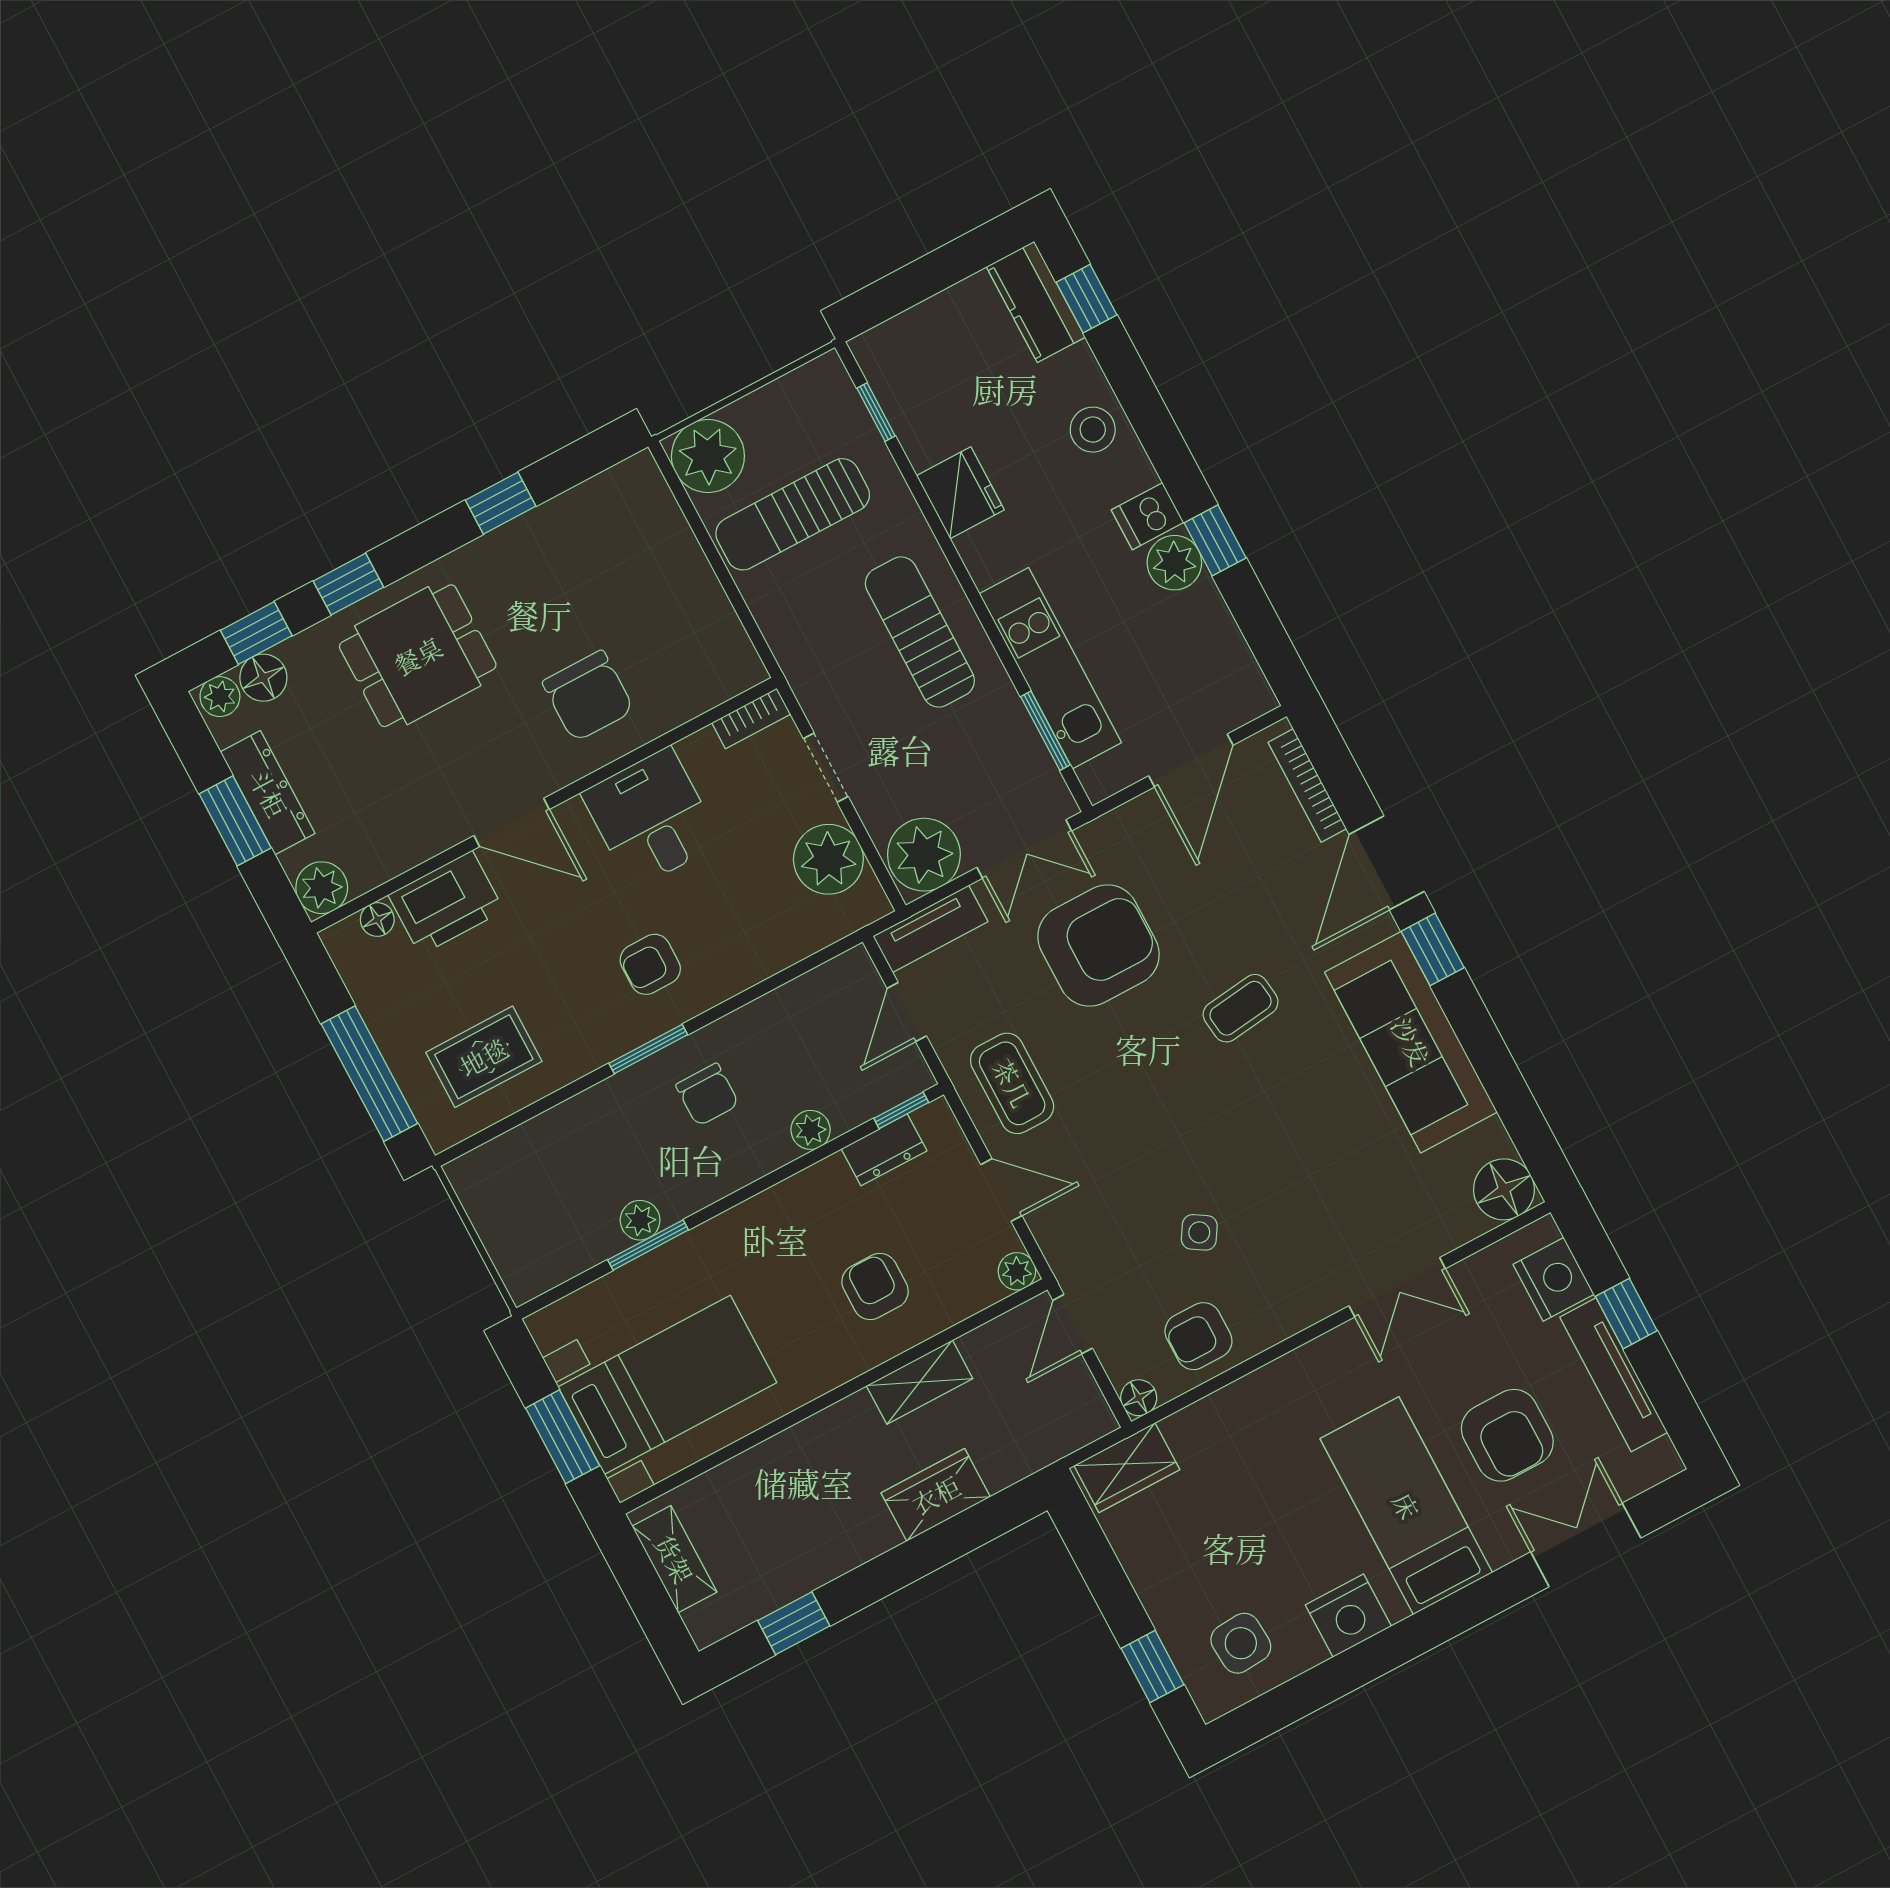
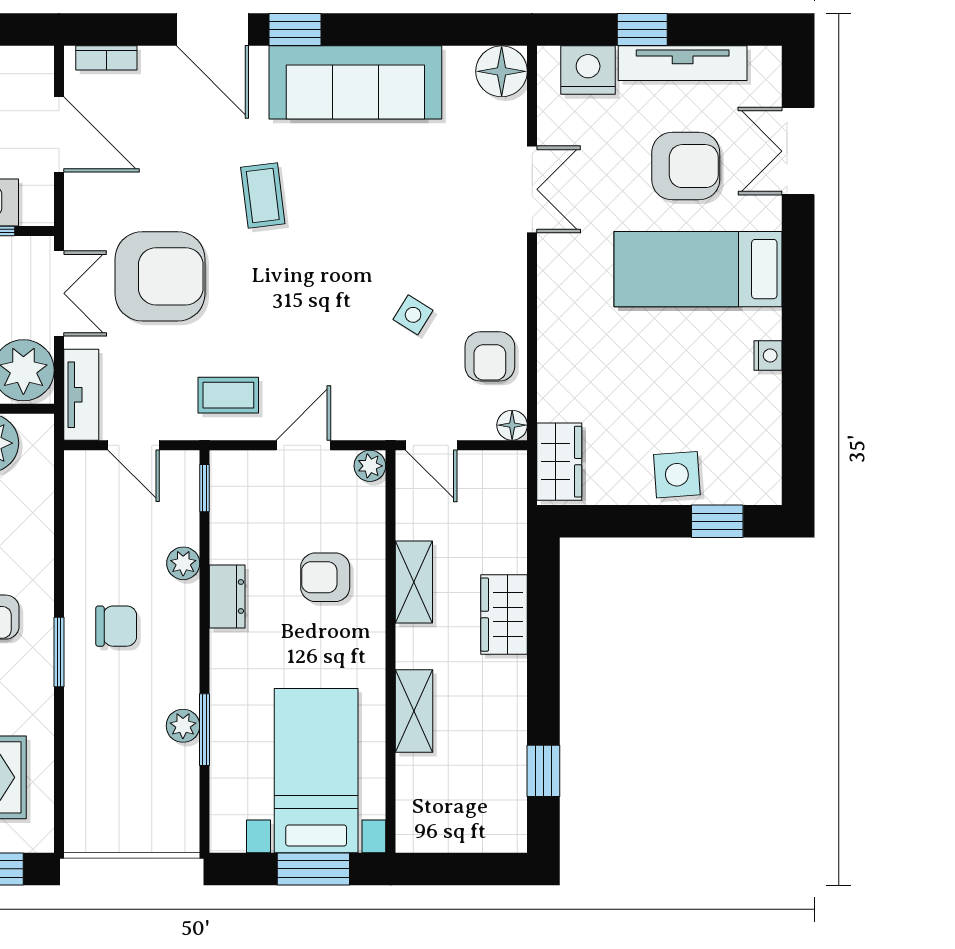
bookcase: (1307, 785) -> (106, 58), width x0.64
armchair: (1099, 945) -> (160, 276), turned 90
coffee table: (1012, 1083) -> (228, 395), width x0.73, depth x0.77
dresser: (884, 1150) -> (227, 596), moved
shelving: (674, 1559) -> (414, 711), moved, turned 90
nightstand: (1348, 1616) -> (768, 355), width x0.53, depth x0.56
side table: (1241, 1643) -> (677, 475), moved

